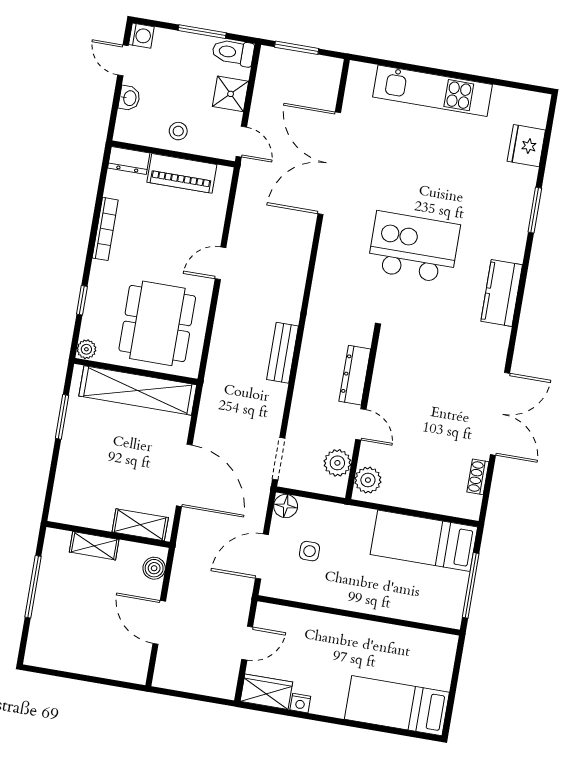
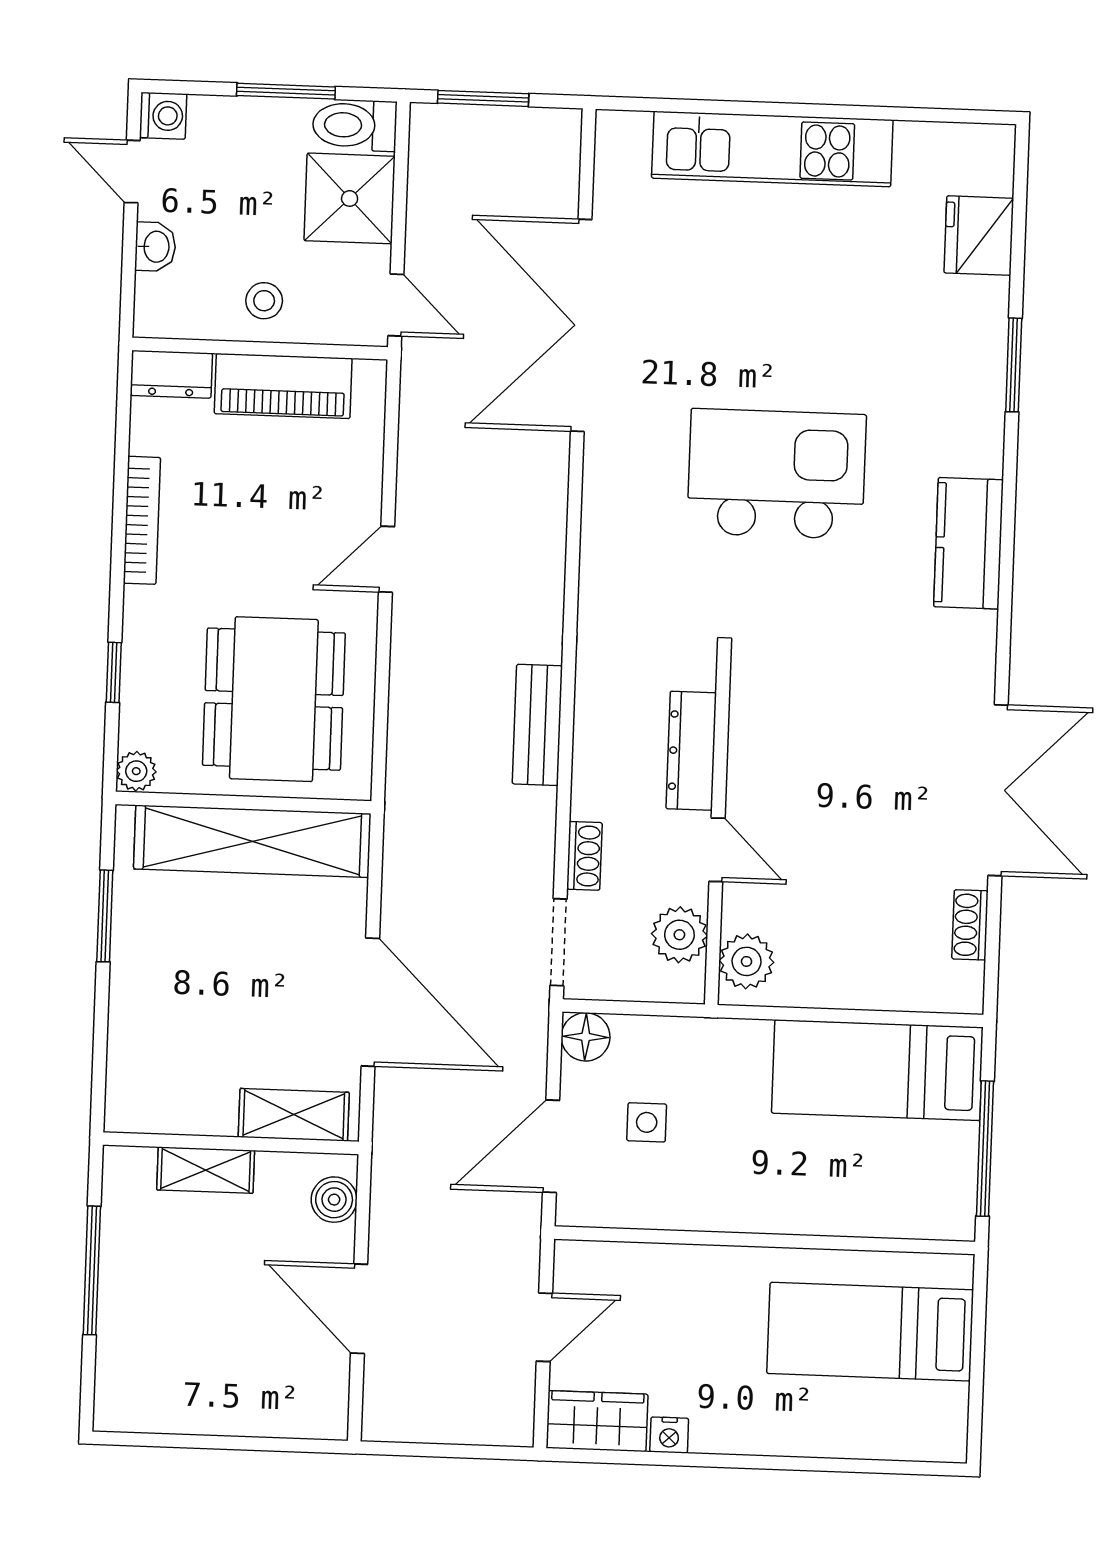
shower: (231, 94) -> (350, 198), width x1.36, depth x1.36
shoe rack: (297, 419) -> (584, 856), added
bed: (397, 706) -> (870, 1332), moved

